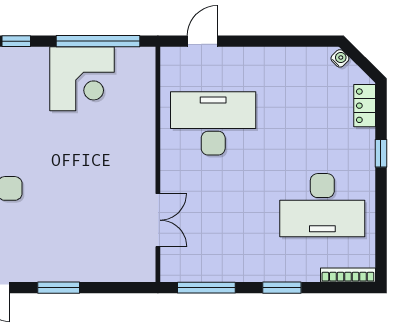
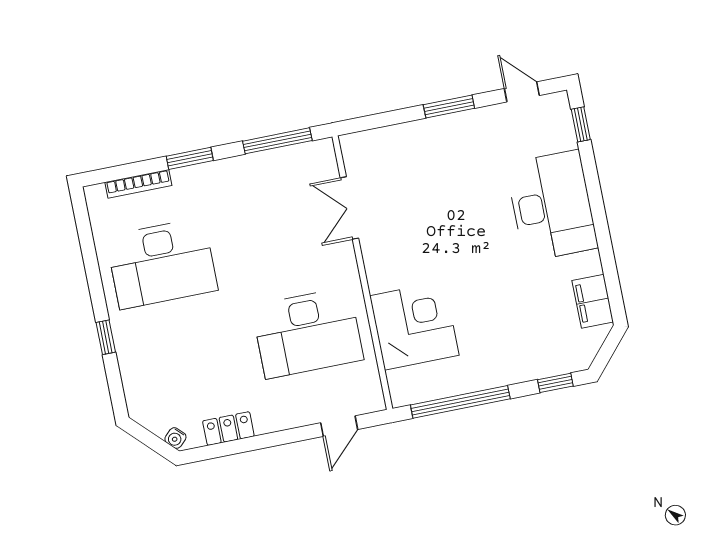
corner desk: (82, 79) -> (414, 325), moved, turned 90
locker: (365, 106) -> (228, 429), moved, turned -90
desk: (322, 205) -> (162, 263), turned 180
bookcase: (348, 275) -> (138, 184), moved

